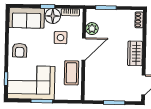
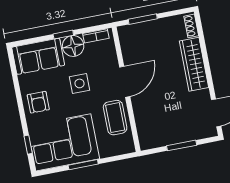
plant: (92, 29) -> (130, 51), removed
side table: (61, 38) -> (80, 83), moved
wardrobe: (135, 53) -> (194, 64), width x1.50

